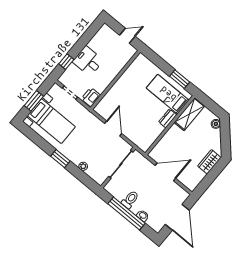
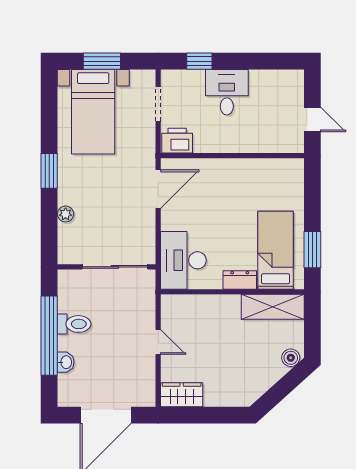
door: (113, 129) -> (158, 189), moved
desk: (141, 135) -> (183, 260), added
wardrobe: (209, 162) -> (182, 395), moved
door: (165, 172) -> (158, 342), width x0.53

